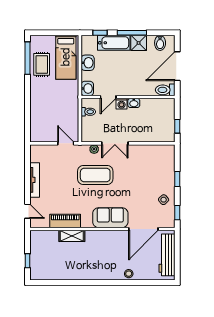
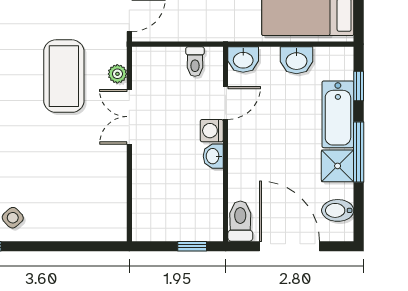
door: (108, 97) -> (226, 103), swing flipped
window: (177, 126) -> (192, 246), moved
window: (177, 179) -> (56, 246), removed

